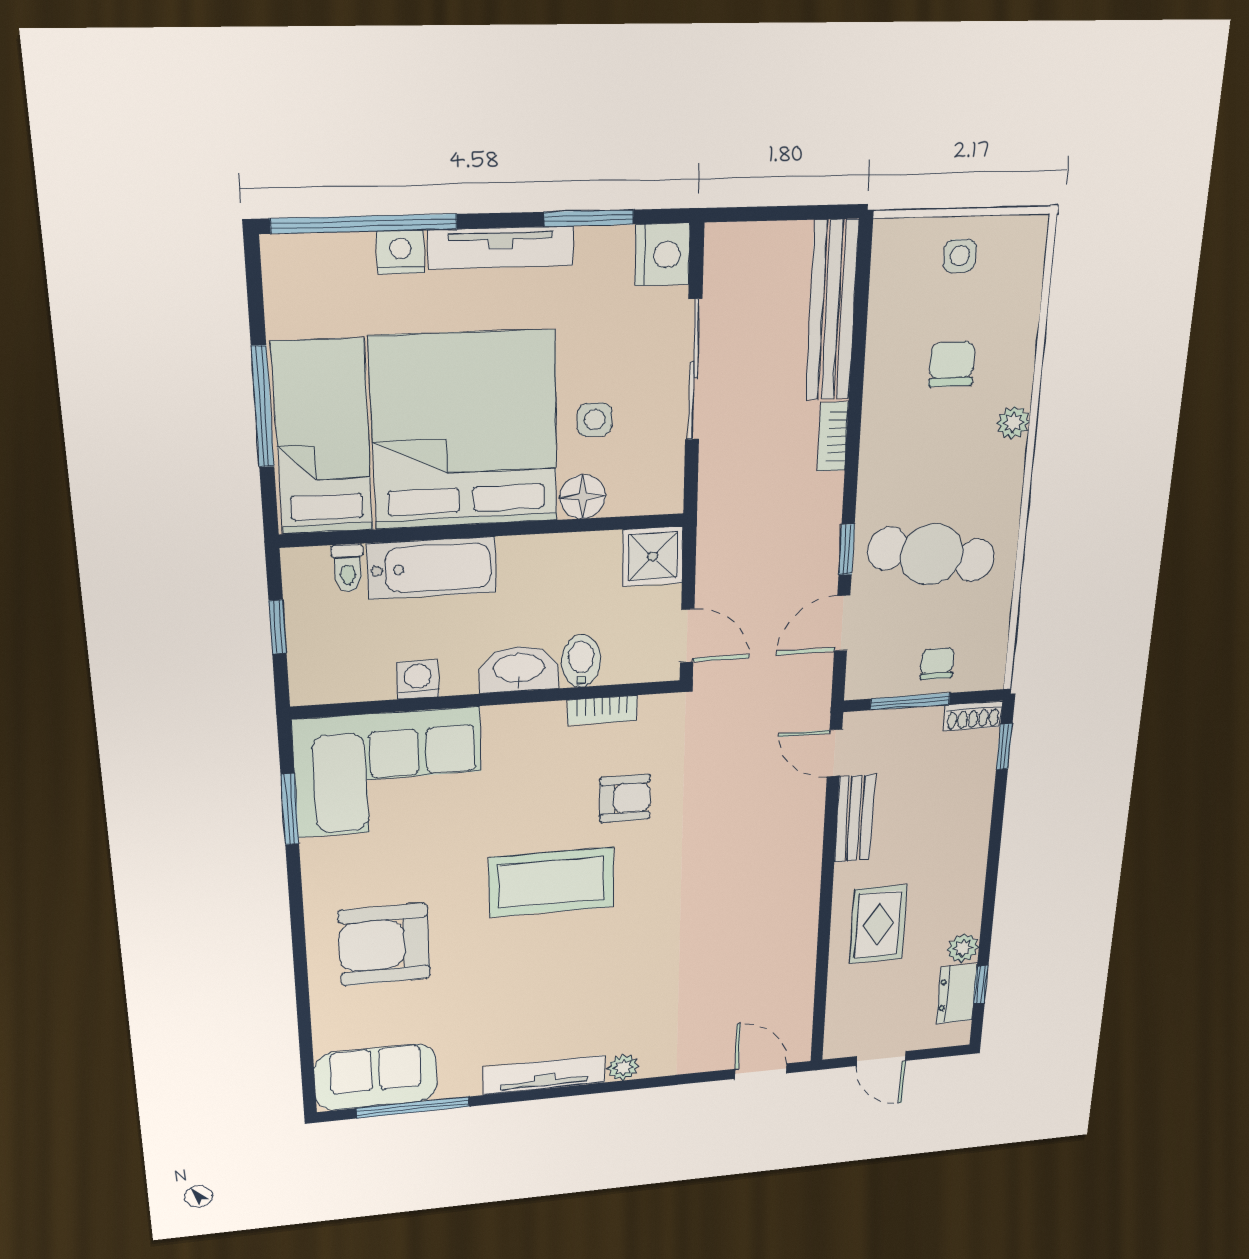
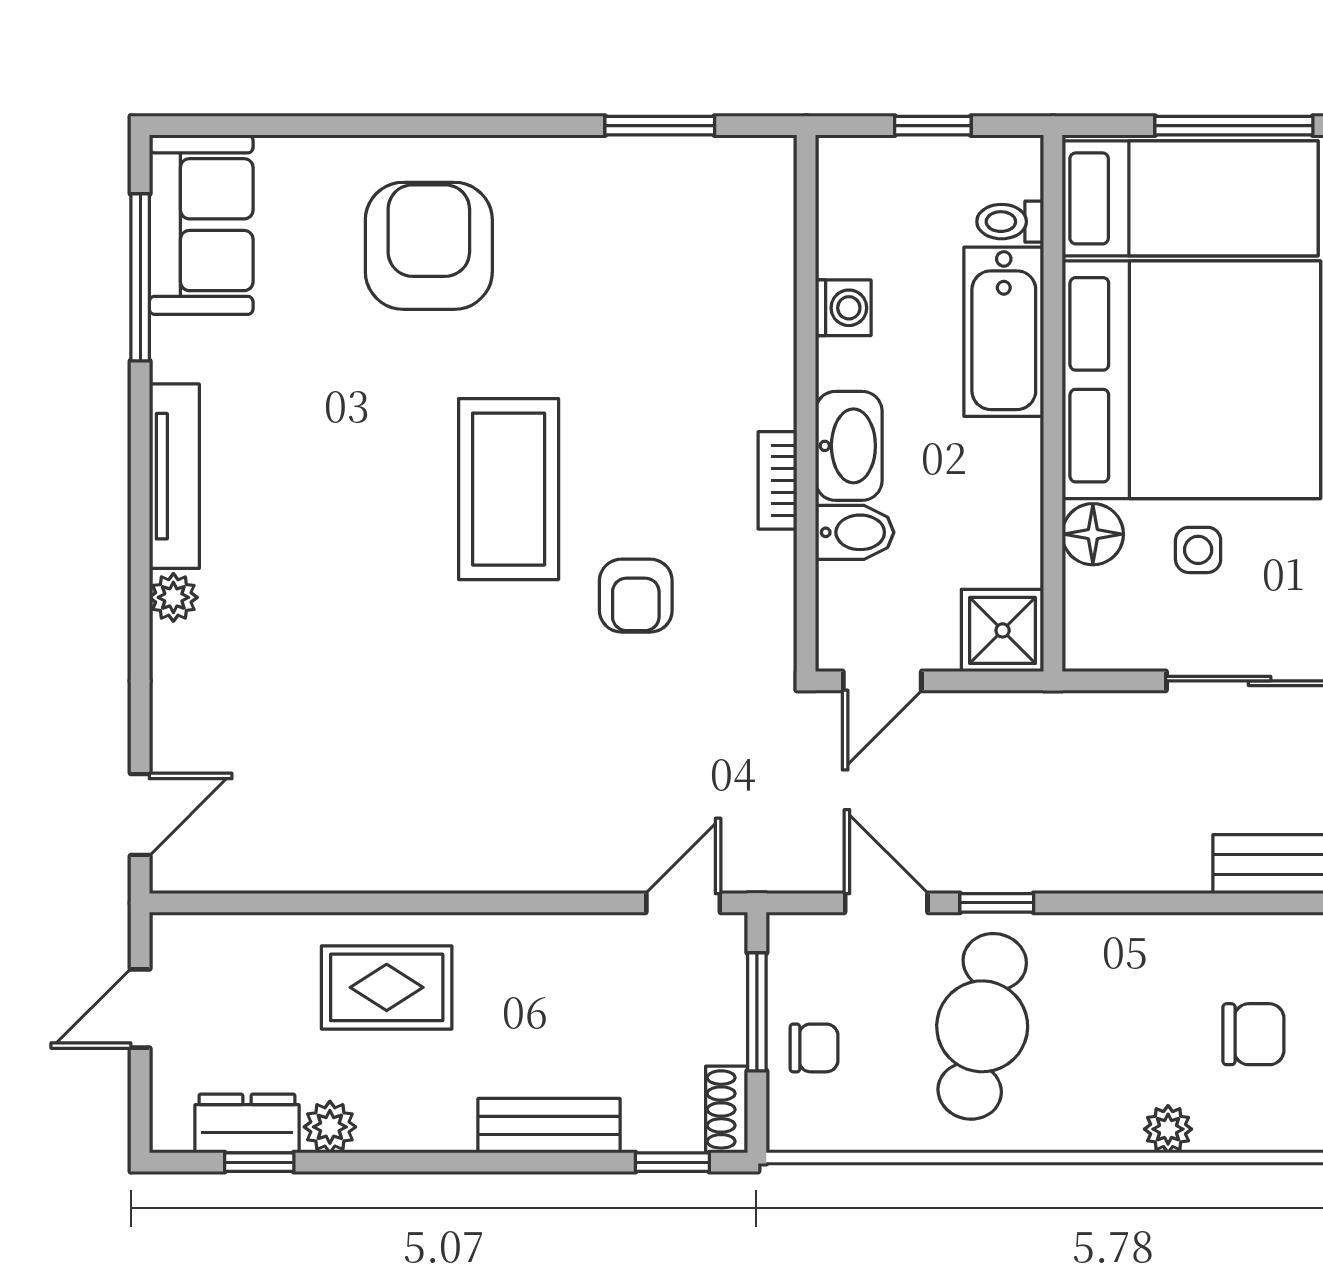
bookcase: (833, 437) -> (1160, 874), removed
bookcase: (602, 710) -> (778, 480), moved
corner sofa: (389, 772) -> (706, 263), removed
bench: (854, 818) -> (549, 1126), moved

